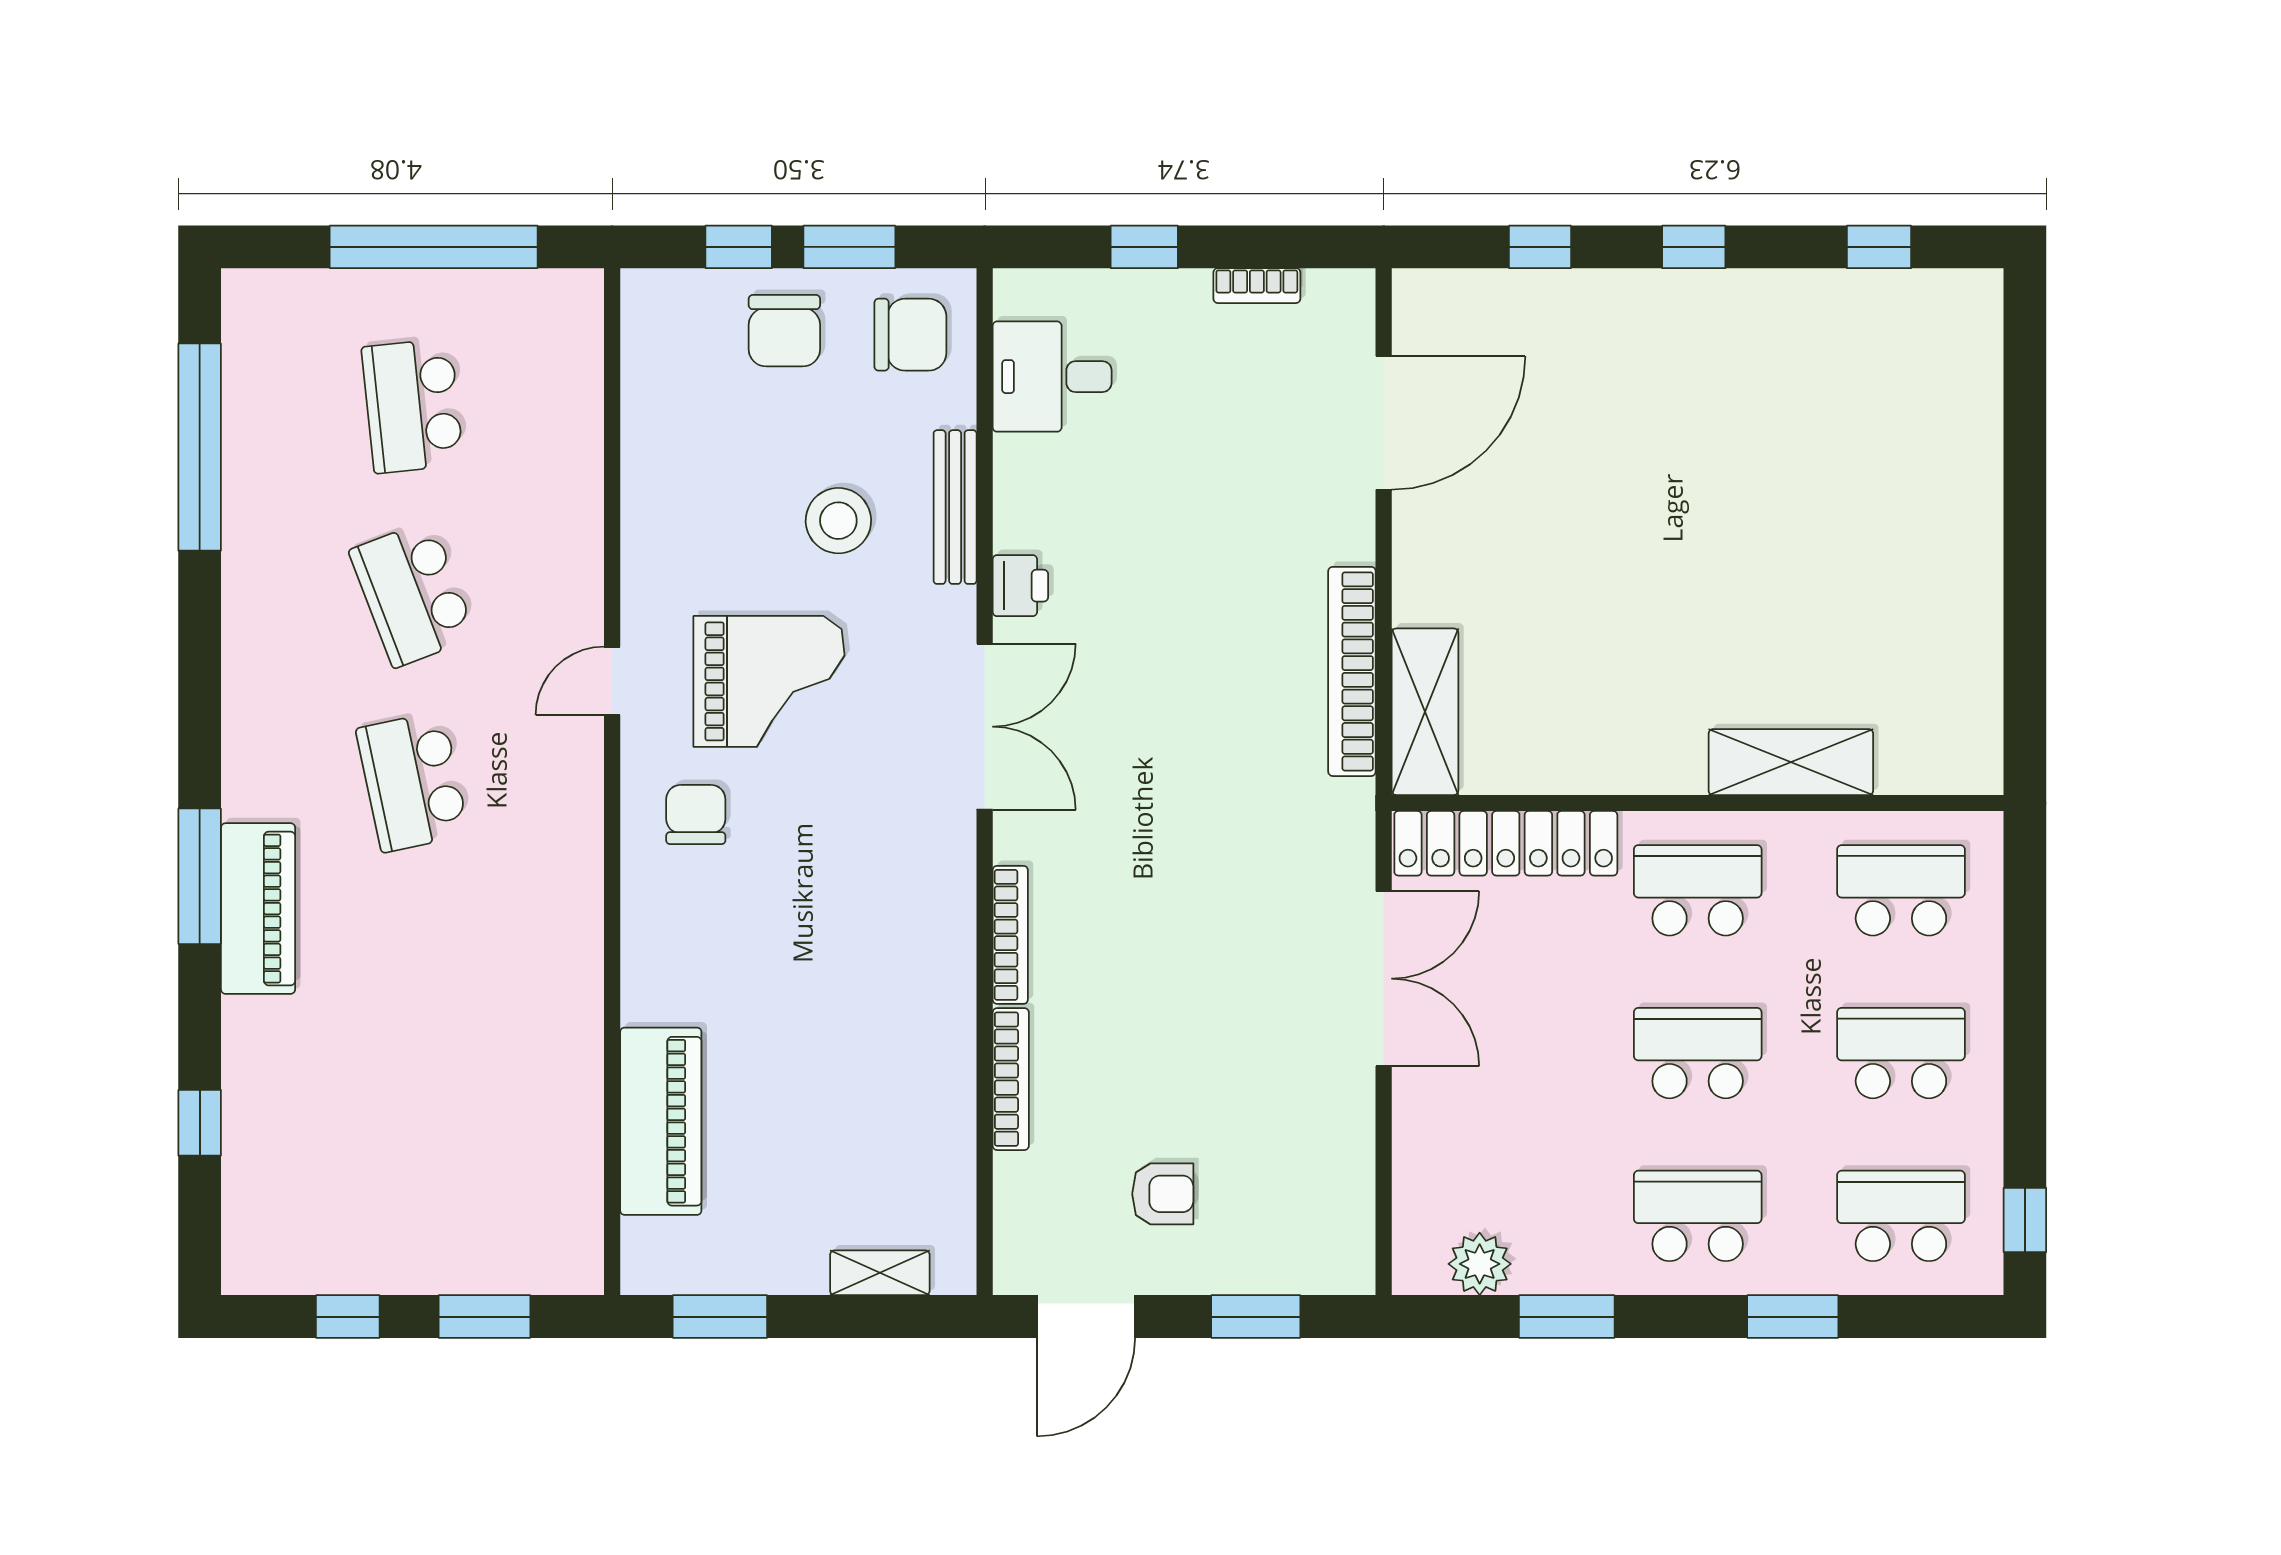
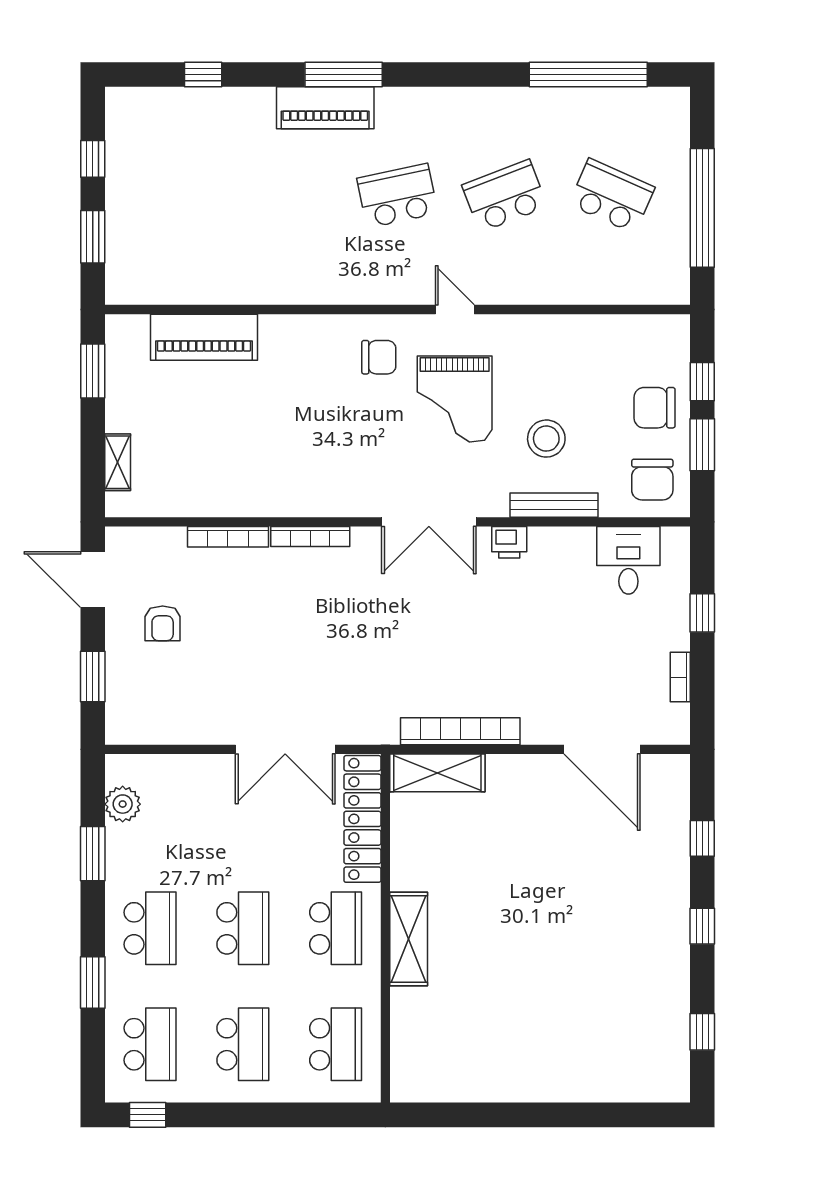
school desk: (413, 406) -> (612, 196), turned 30
shelving: (1791, 762) -> (409, 939), moved

